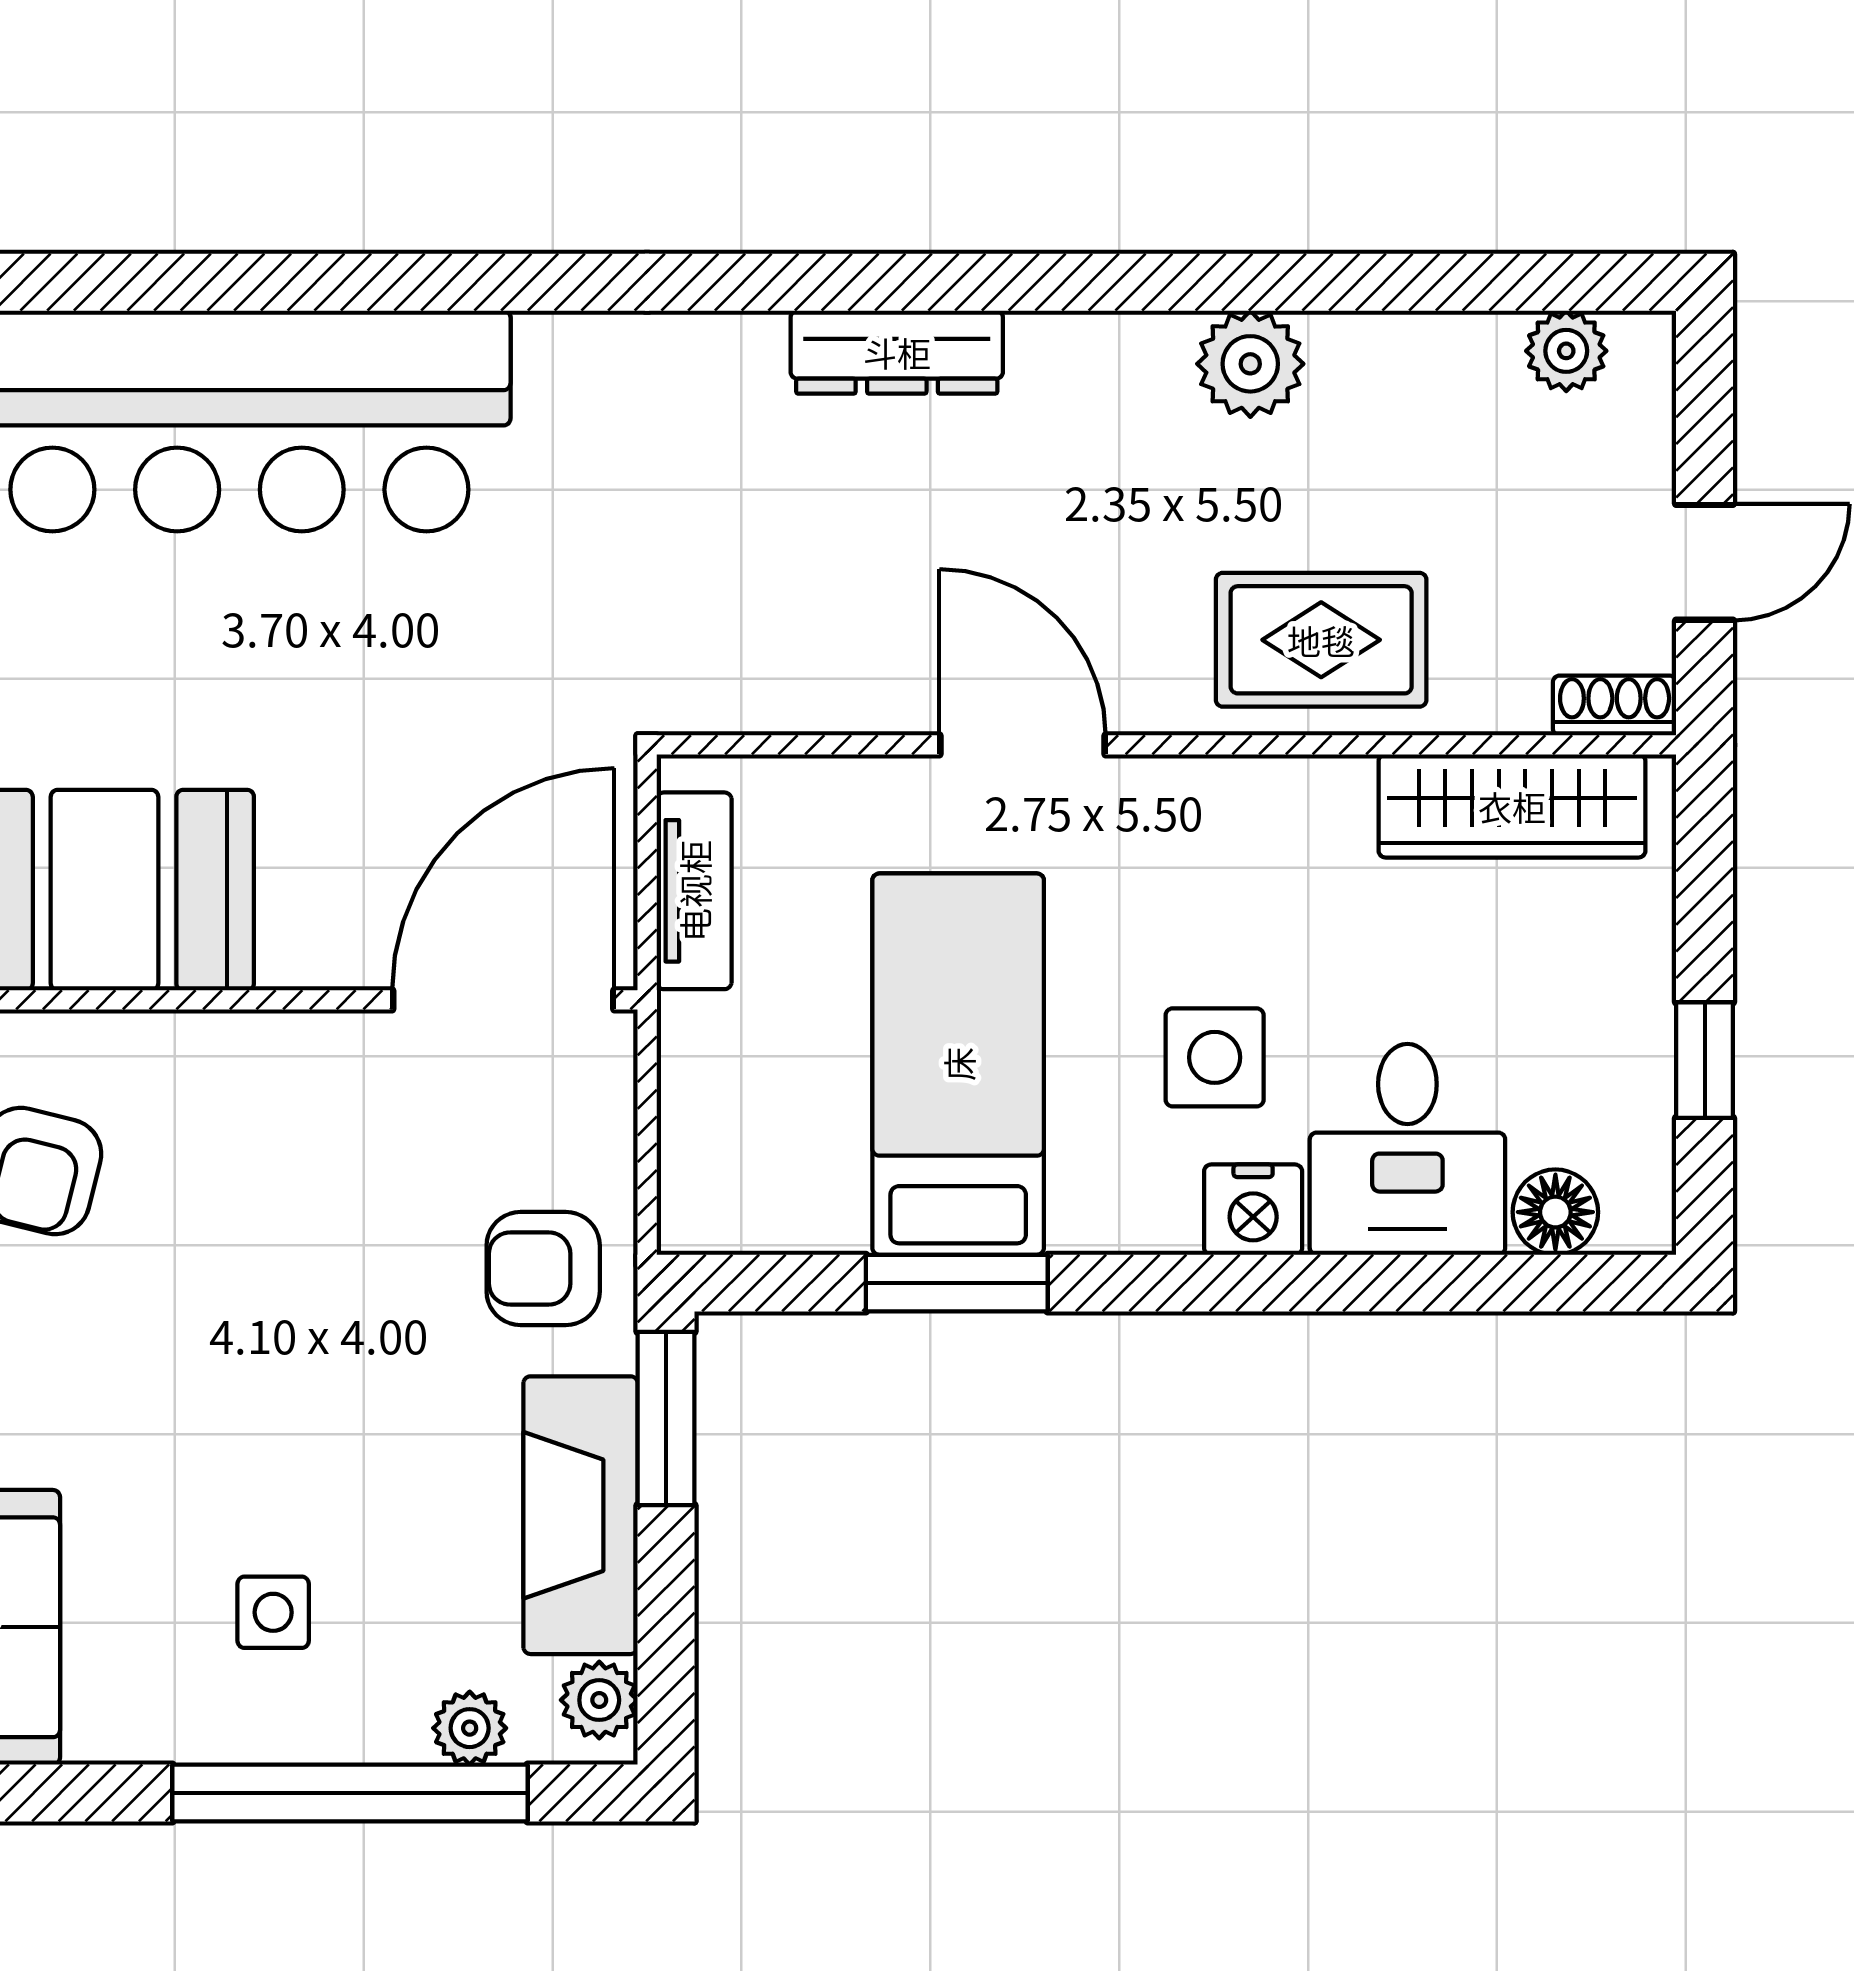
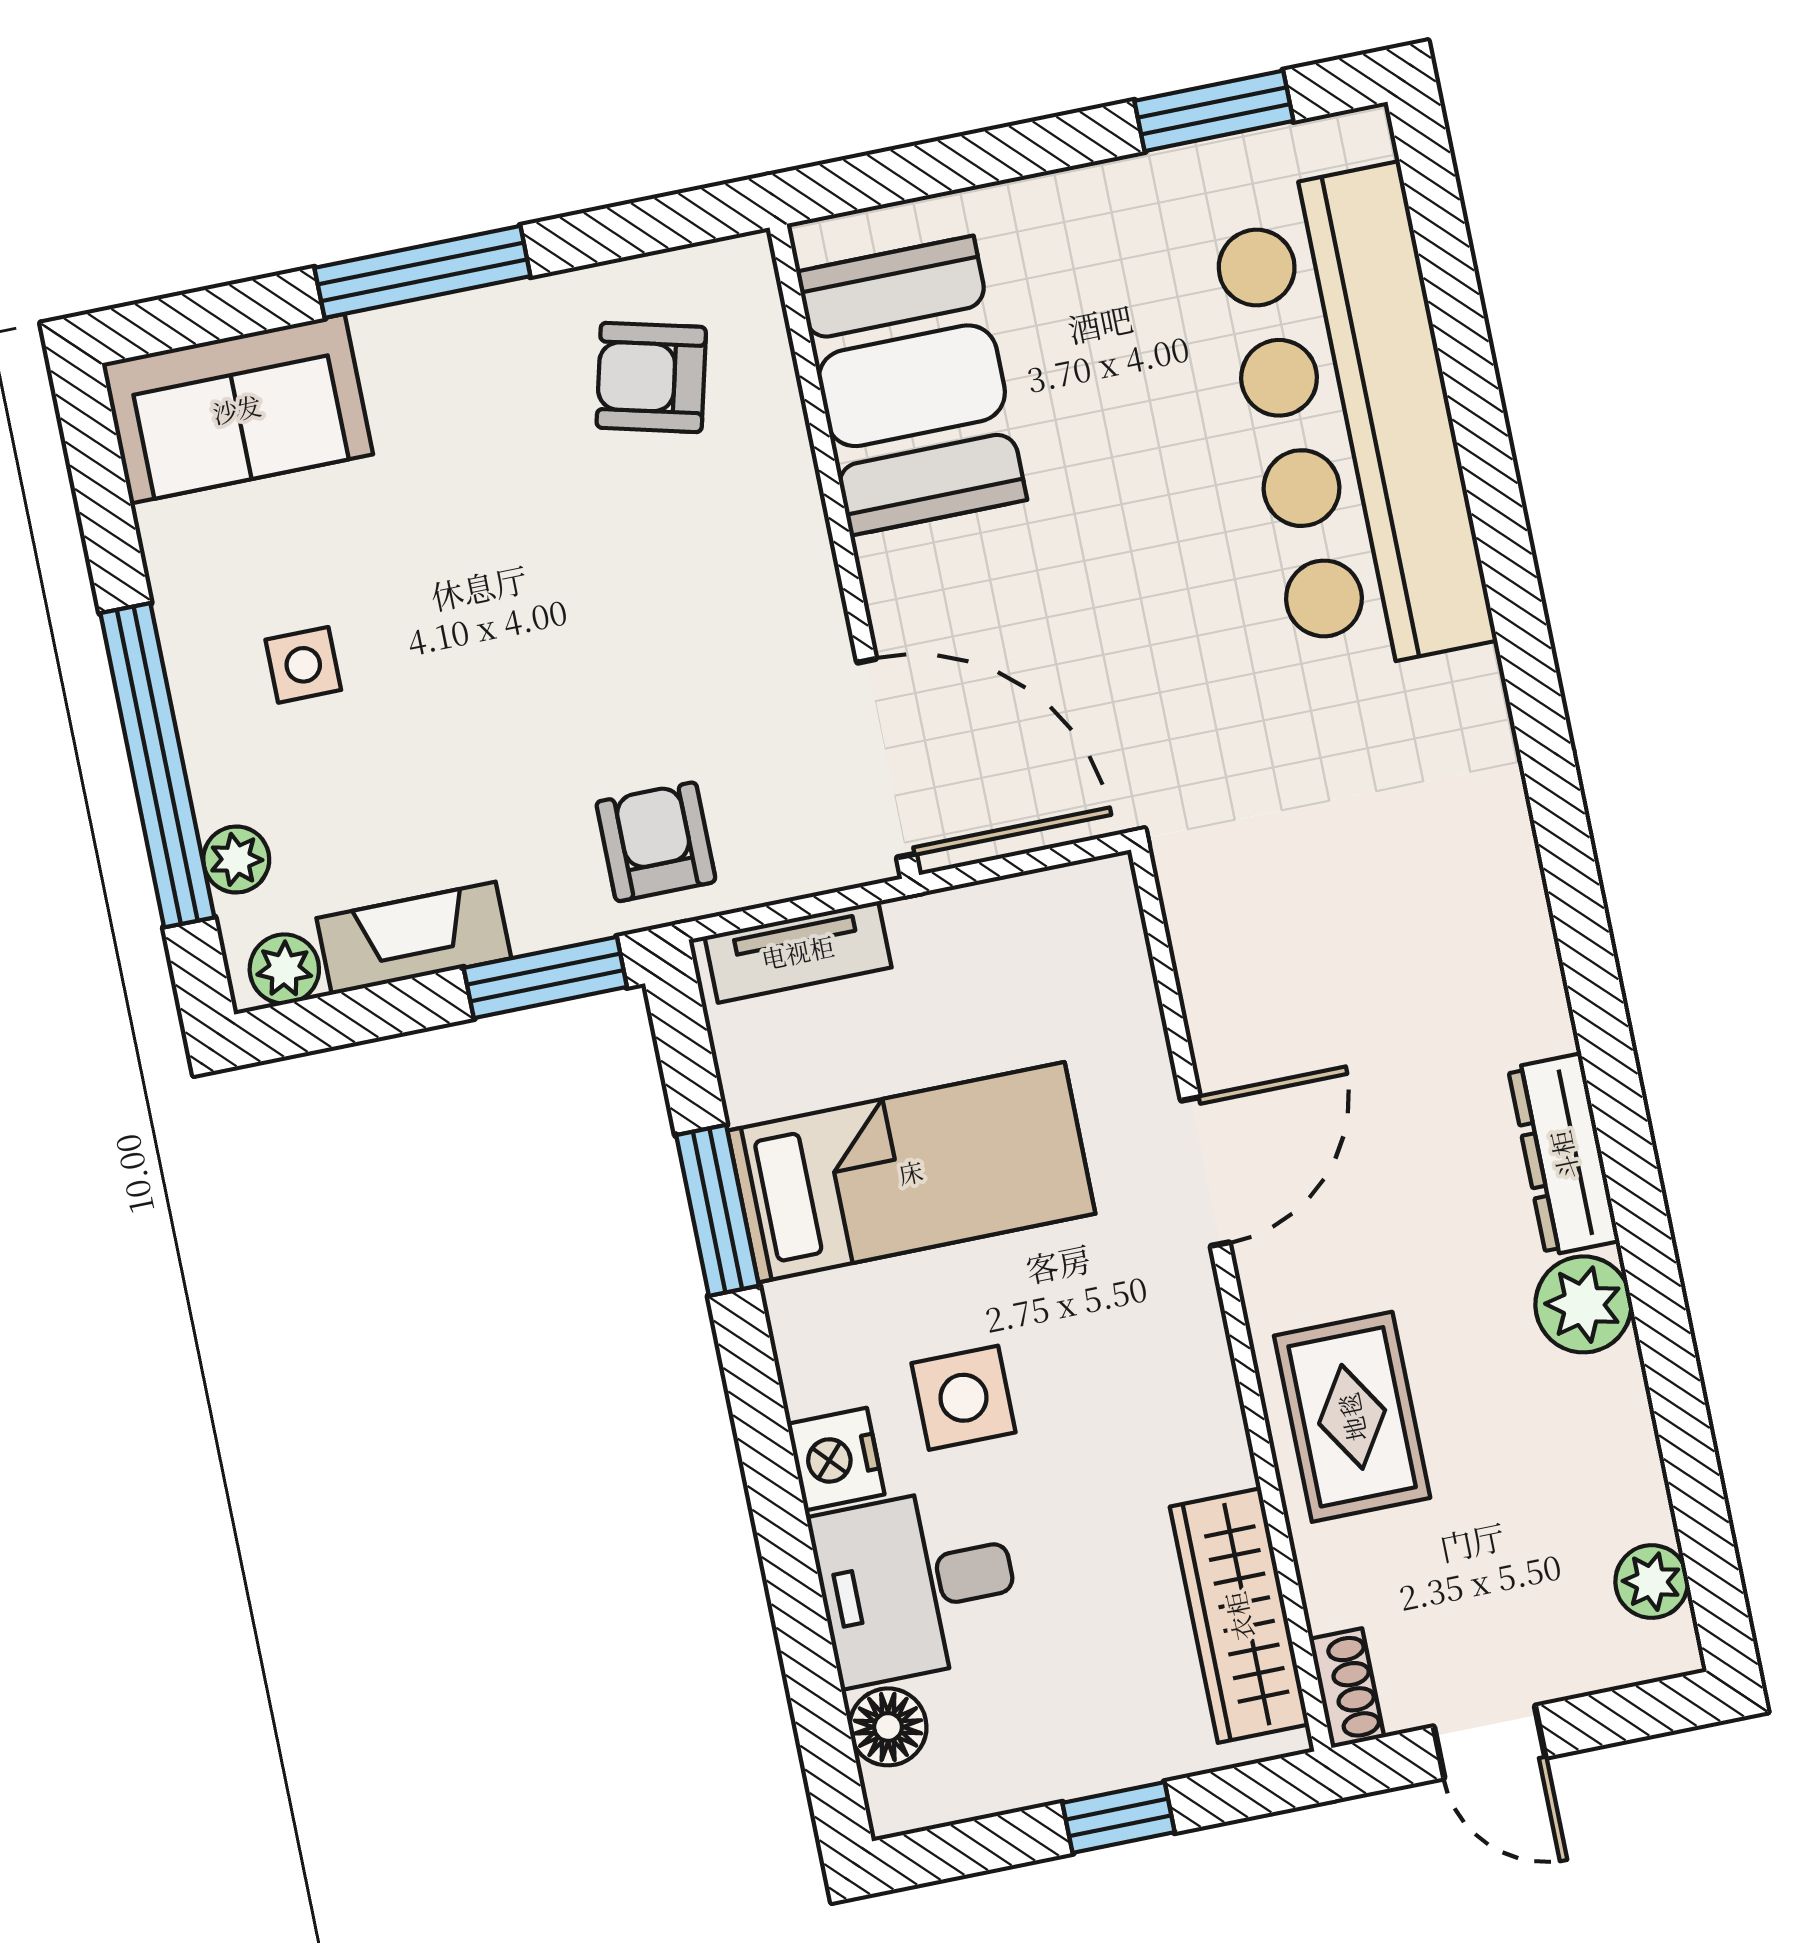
dresser: (897, 352) -> (1564, 1155), moved
tv unit: (694, 891) -> (798, 952), moved
window: (1705, 1060) -> (1119, 1817), moved
fireplace: (581, 1515) -> (414, 938), width x0.73, depth x0.76

